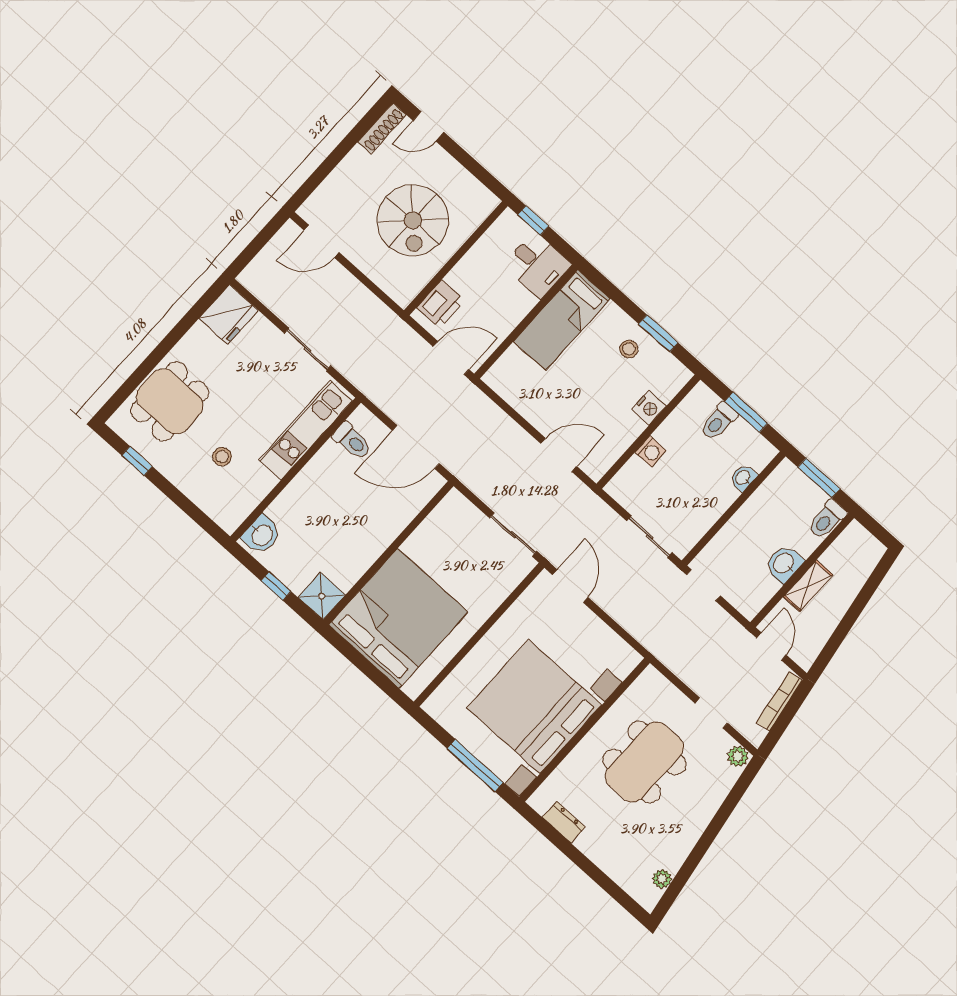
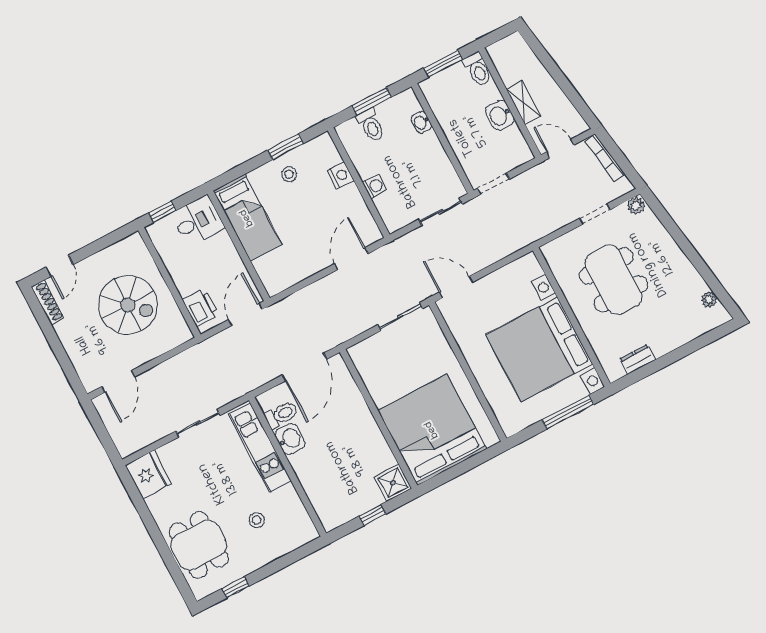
washbasin: (262, 535) -> (290, 439), moved

